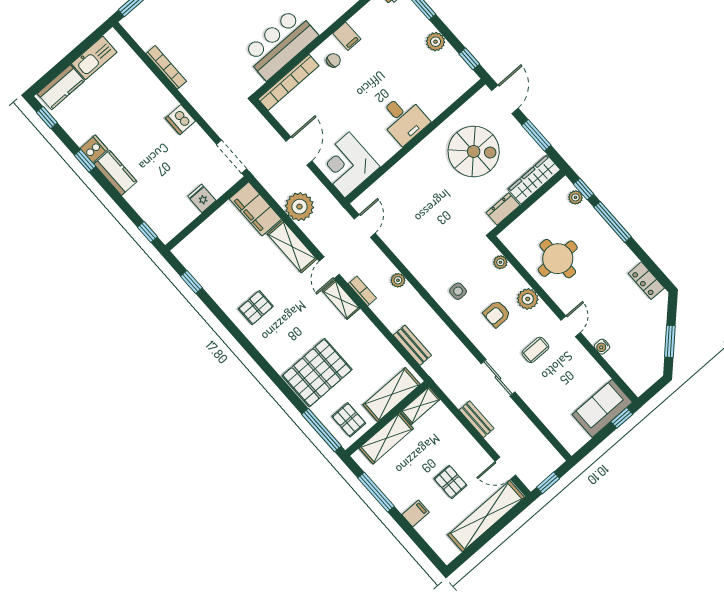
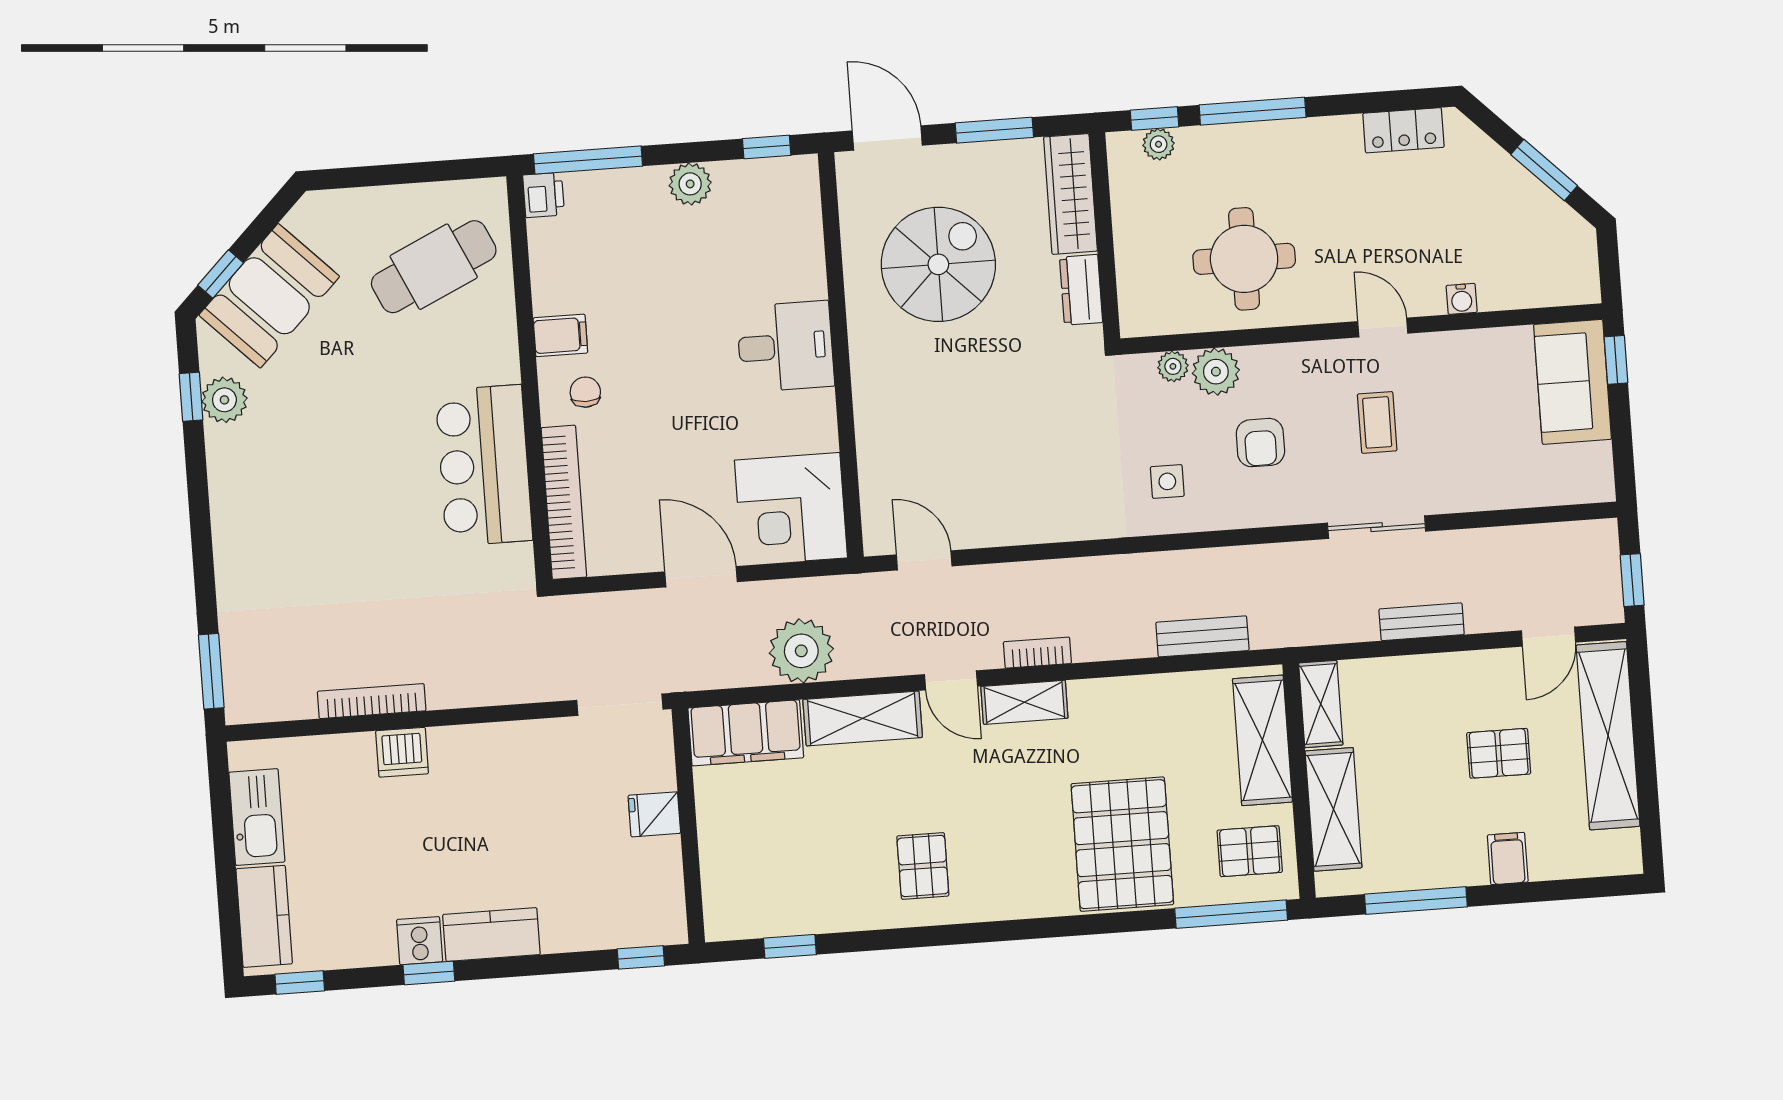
dishwasher: (180, 120) -> (402, 752), moved
plant: (398, 280) -> (1067, 574), removed
plant: (528, 299) -> (1216, 372), moved

